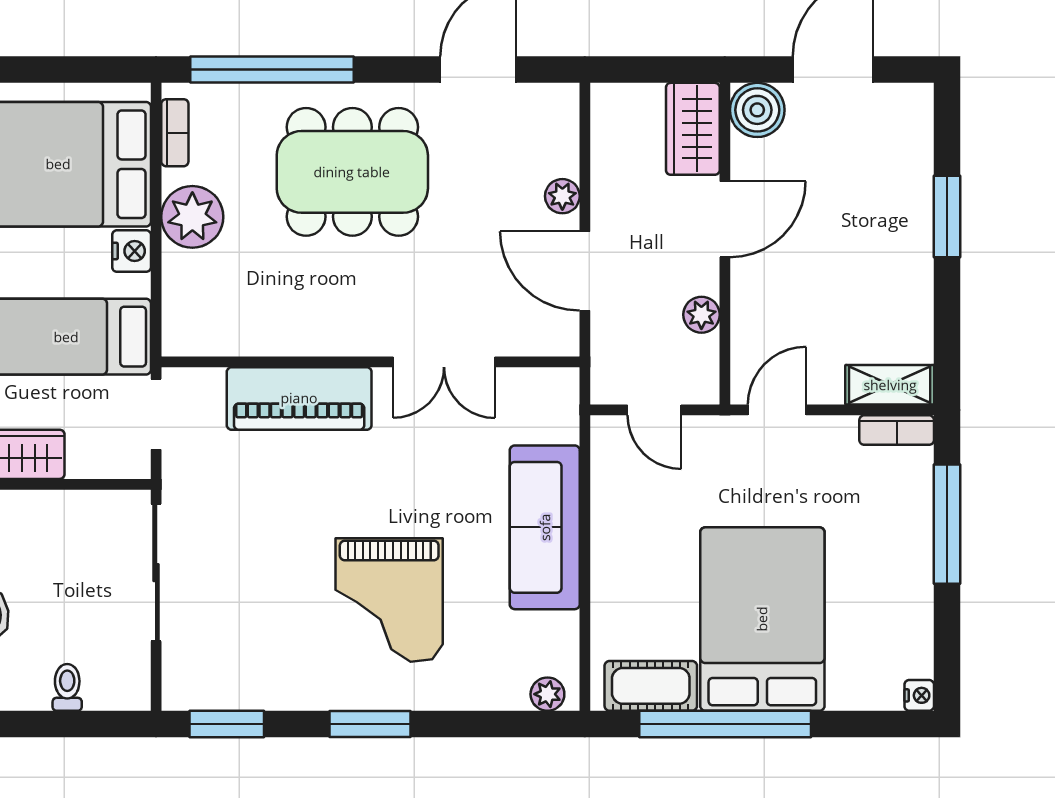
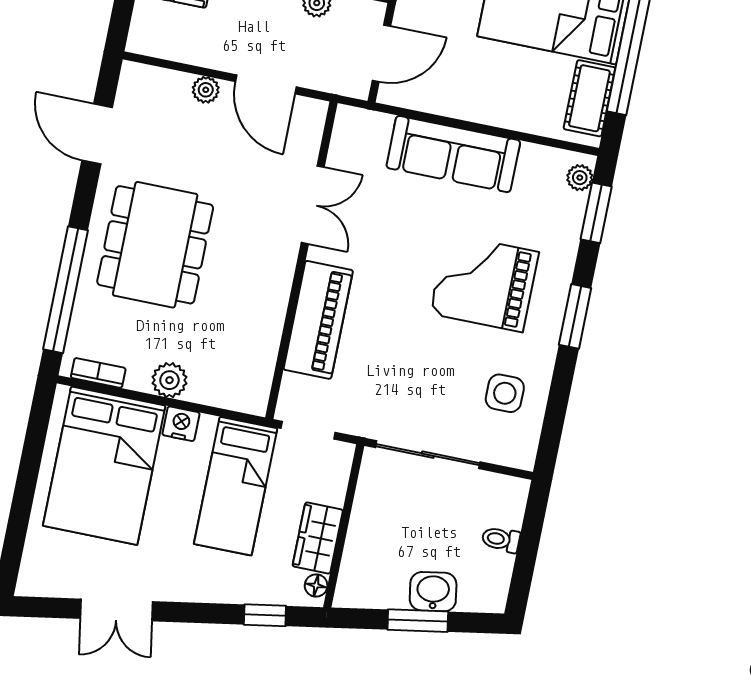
plant: (192, 217) -> (169, 380), width x0.73, depth x0.73
door: (585, 271) -> (266, 84), hinge flipped
door: (654, 410) -> (381, 53), width x1.38
grand piano: (389, 600) -> (484, 283), turned 180
side table: (254, 655) -> (505, 393), added
window: (227, 724) -> (596, 213), moved

